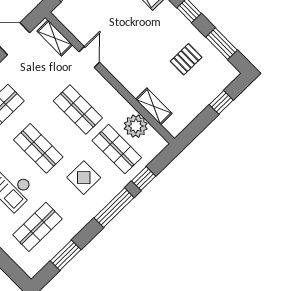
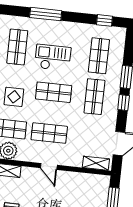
door: (89, 57) -> (49, 166), moved

